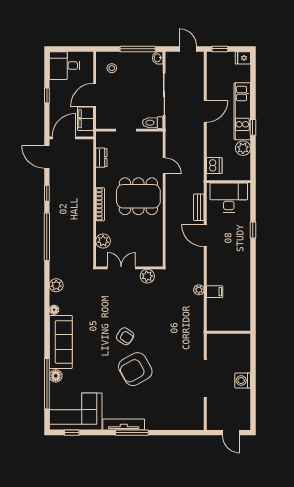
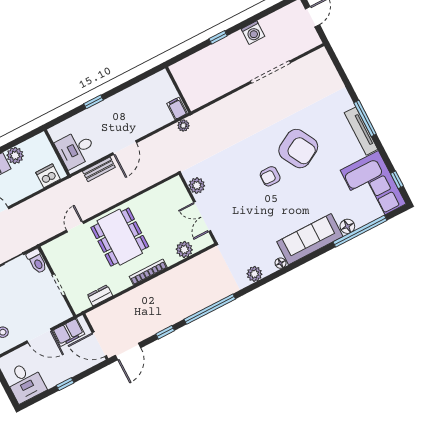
desk: (229, 197) -> (76, 149), width x0.73
wall: (228, 332) -> (178, 90), moved
armchair: (125, 336) -> (270, 176), turned -124
window: (253, 352) -> (218, 37), added

